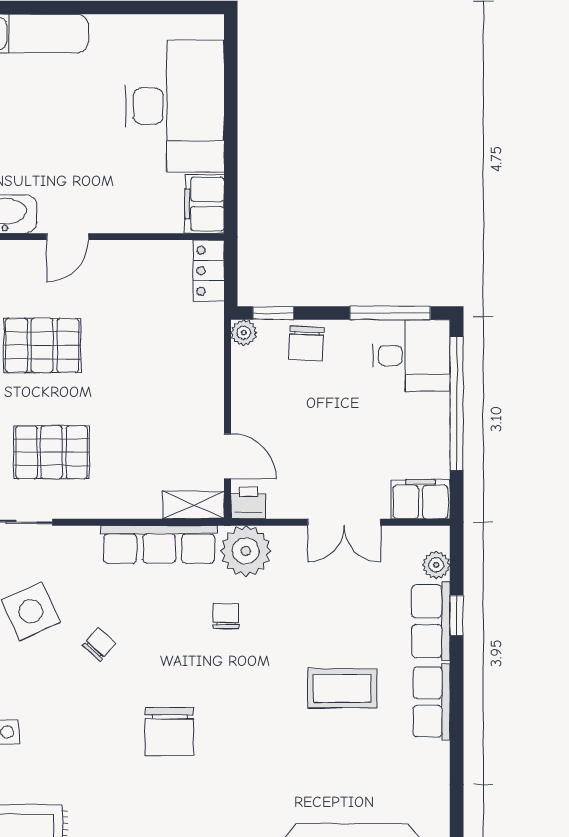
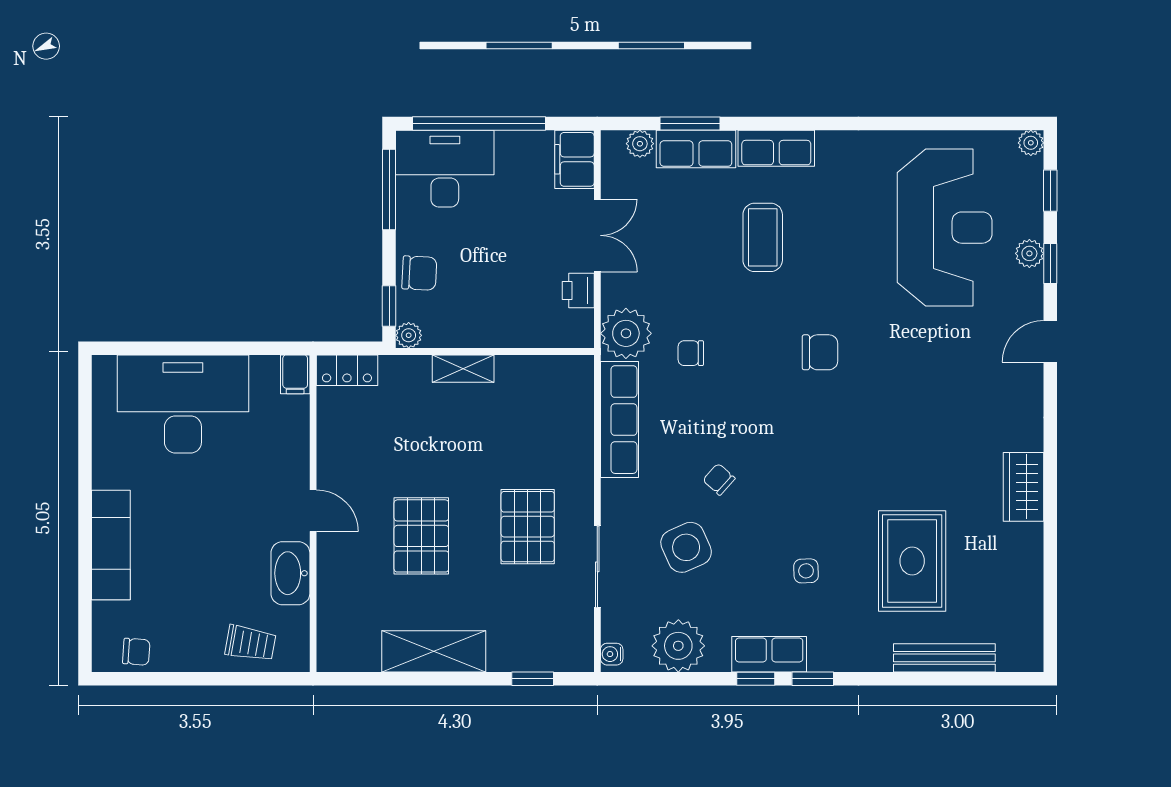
filing cabinet: (205, 204) -> (295, 374), width x0.50
desk: (411, 356) -> (445, 169), width x1.37
door: (228, 456) -> (532, 351), removed
printer: (248, 503) -> (578, 290), moved
shelving: (193, 505) -> (463, 369), moved, turned 90
window: (457, 615) -> (690, 123), width x1.50
chair: (169, 731) -> (820, 352), moved, width x0.73, depth x0.73

